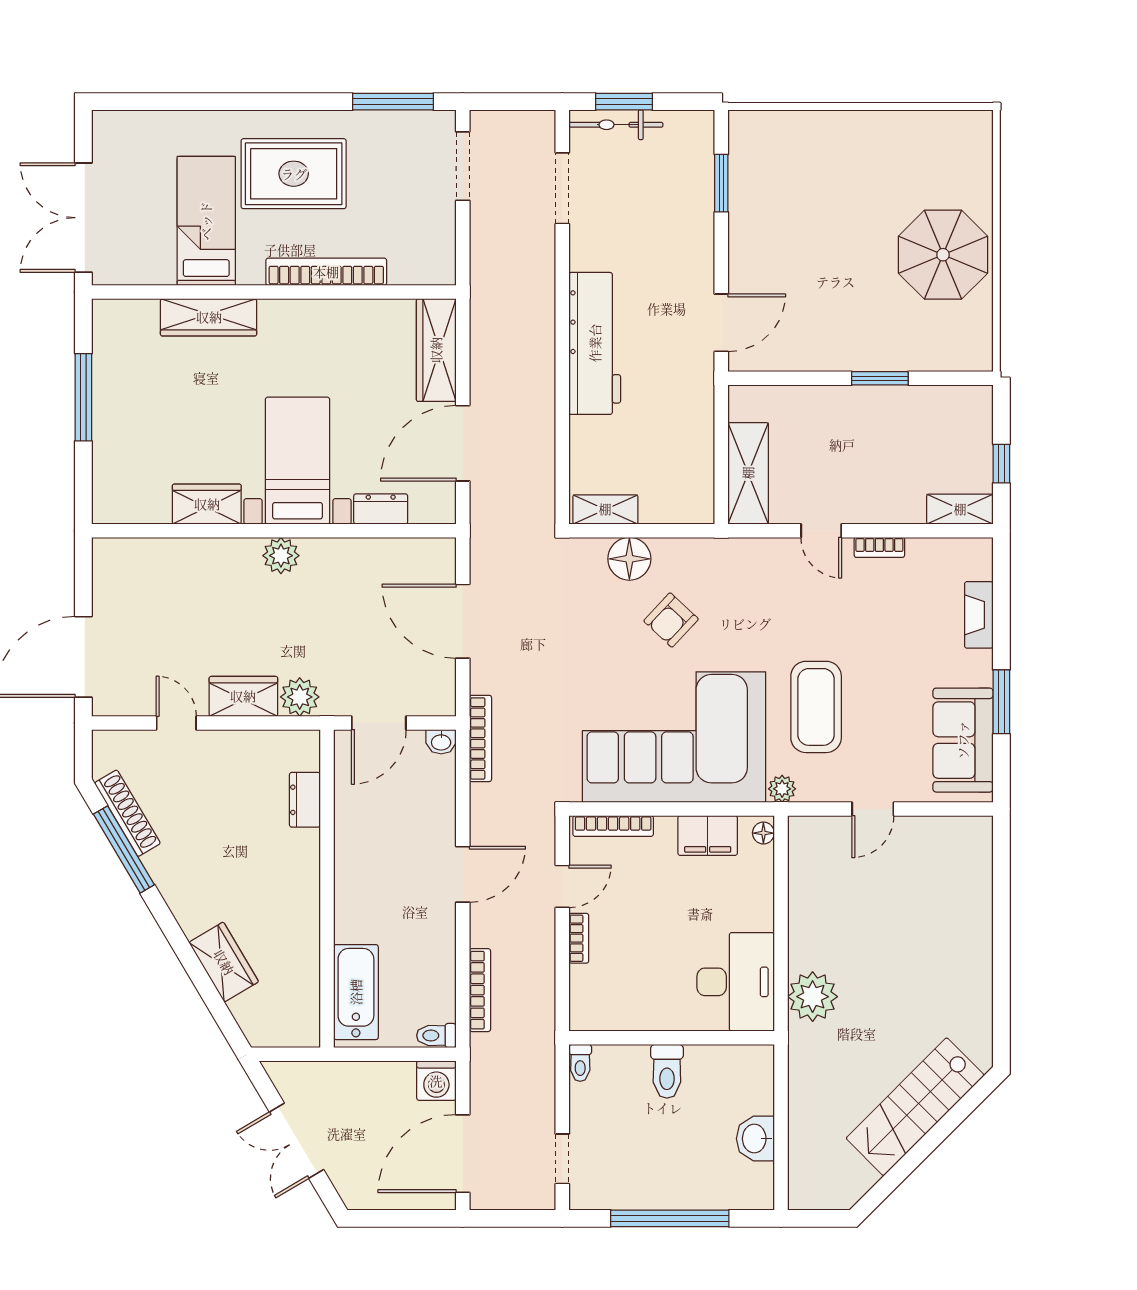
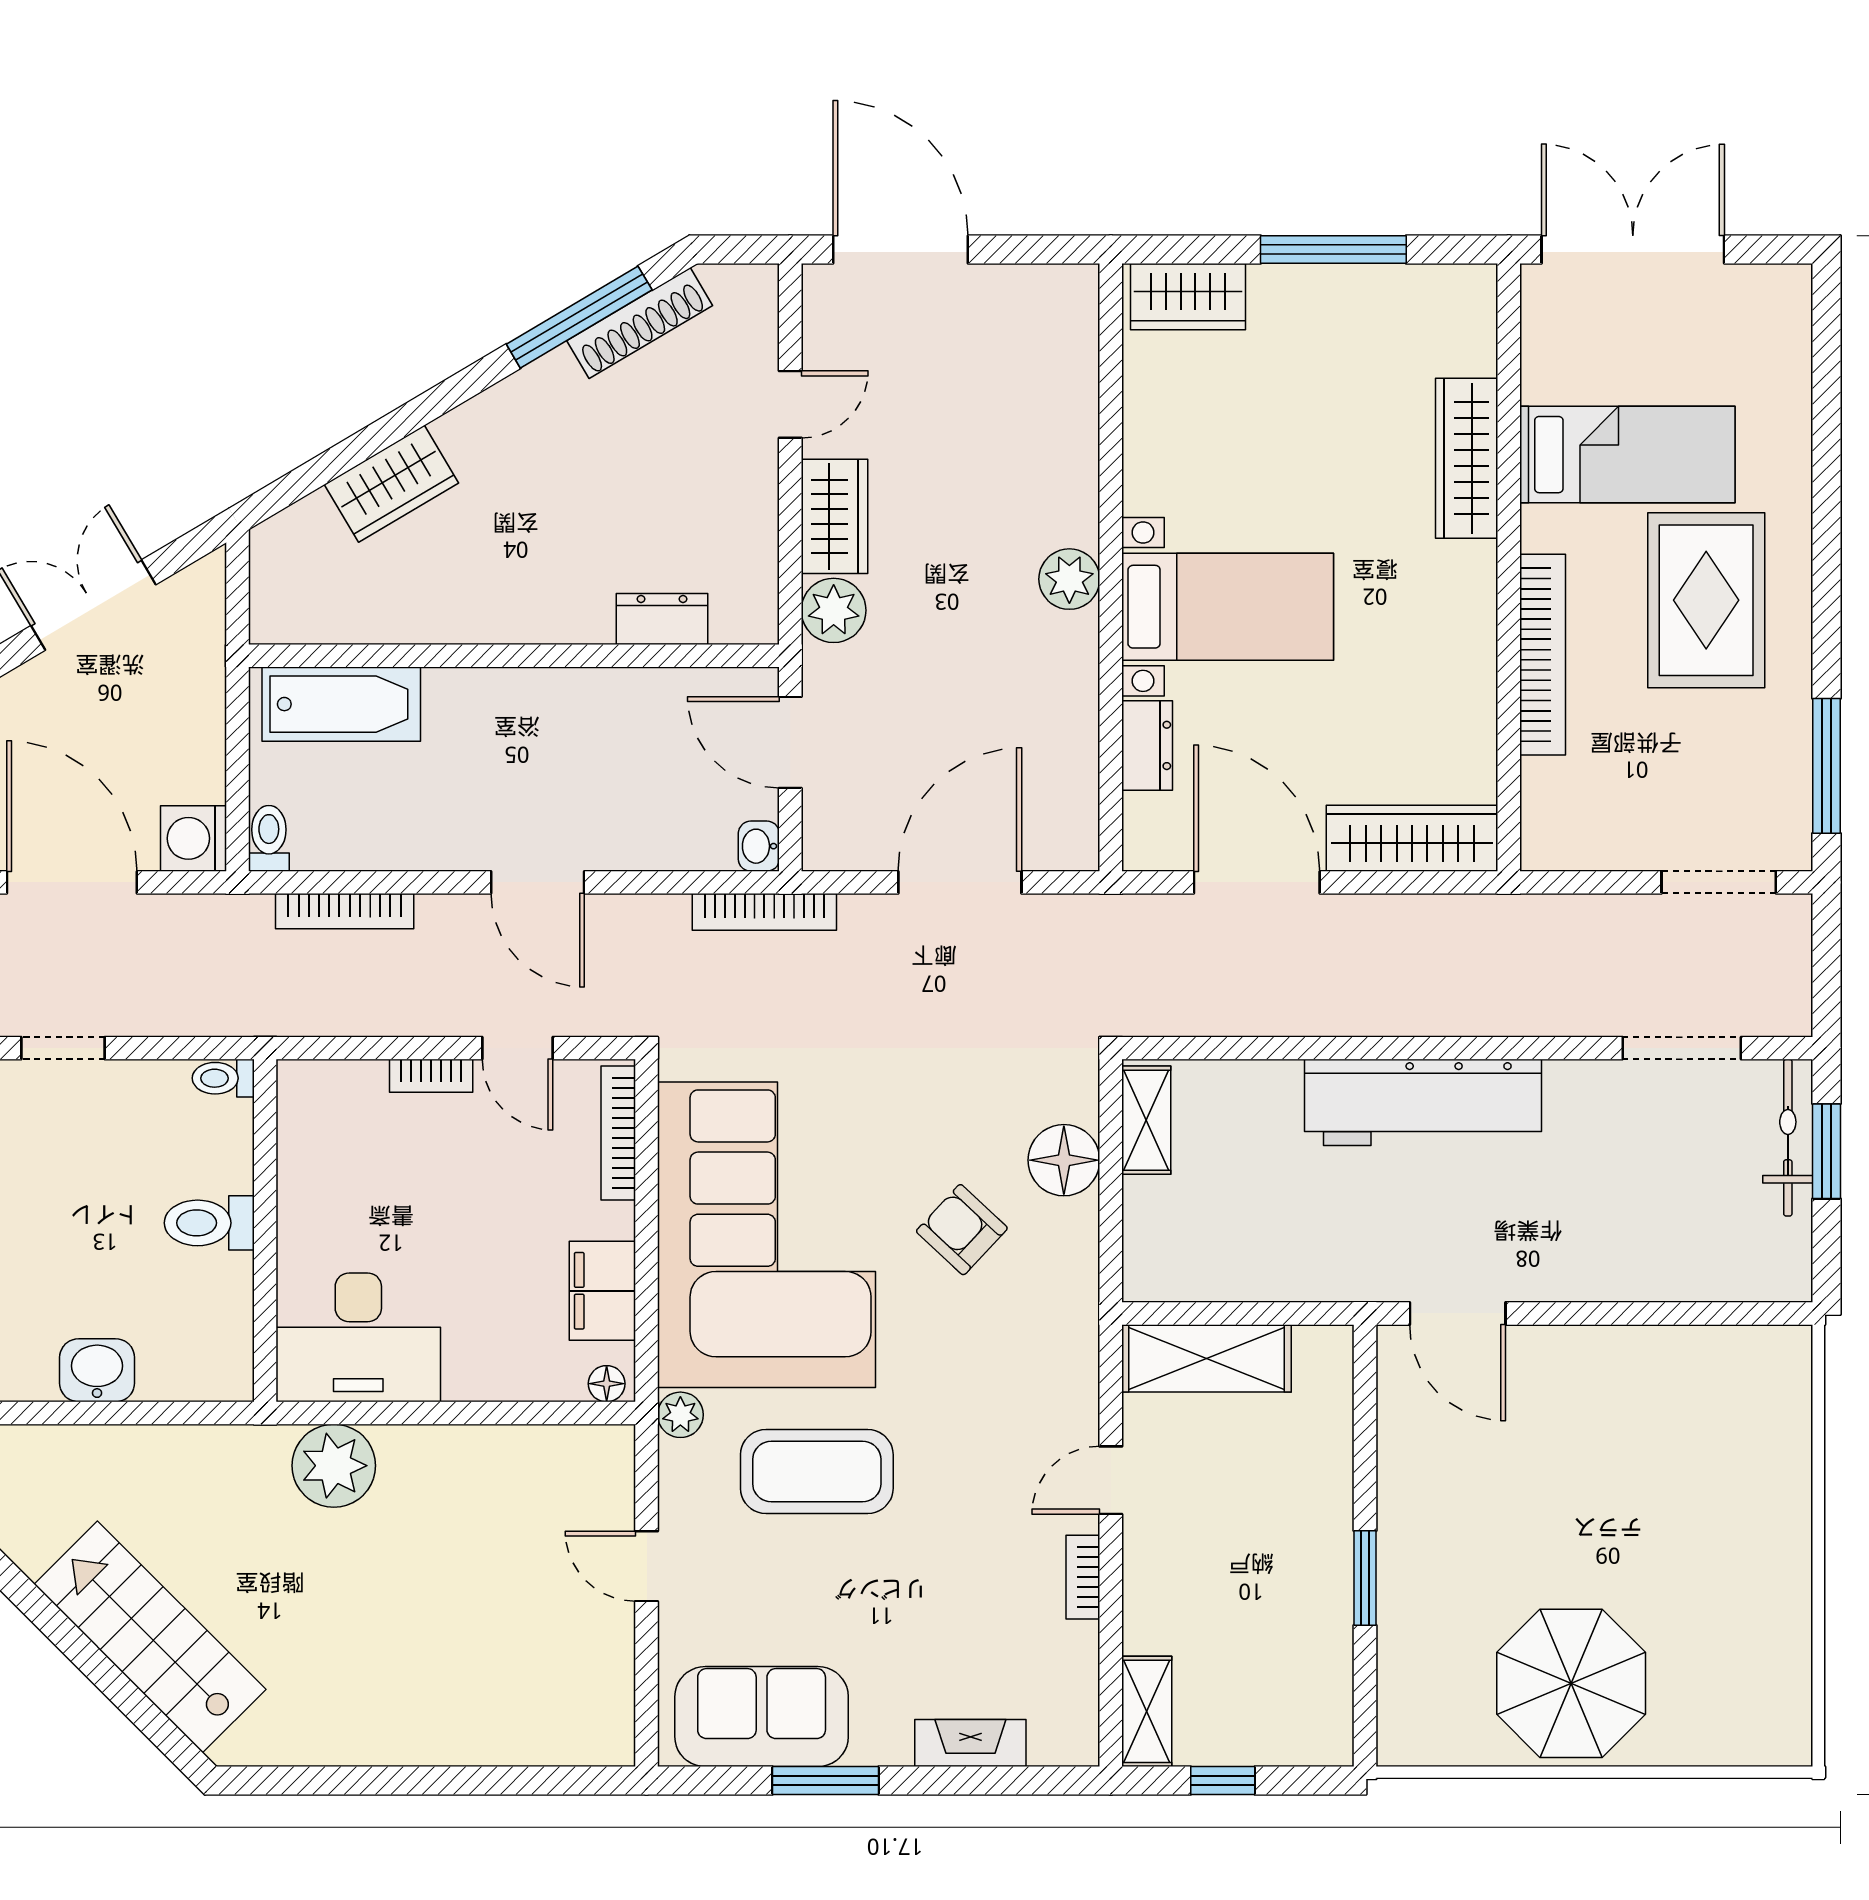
window: (721, 183) -> (1690, 1313), removed
wardrobe: (207, 504) -> (1188, 297), moved, turned 90

